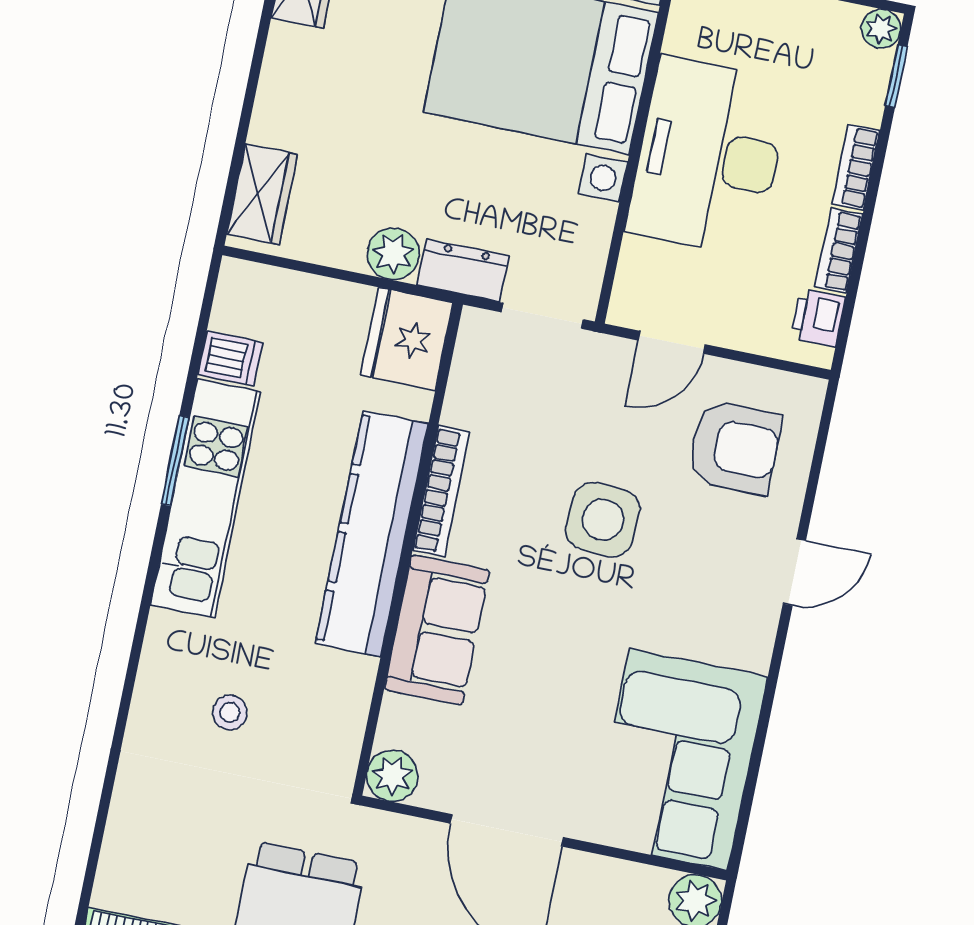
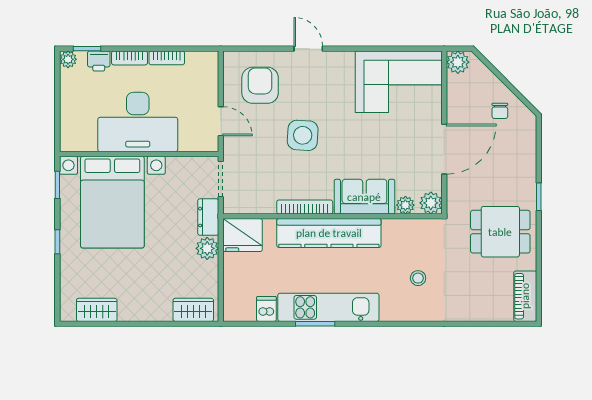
printer: (818, 318) -> (99, 61), moved
plant: (399, 718) -> (405, 205), added

